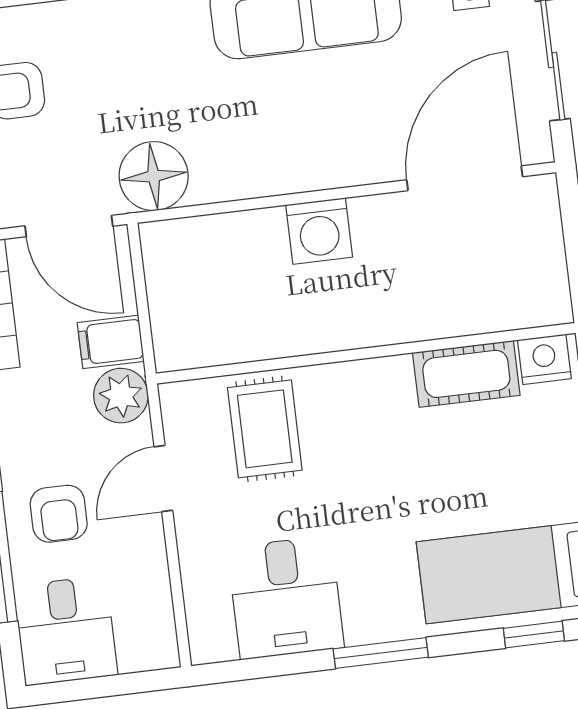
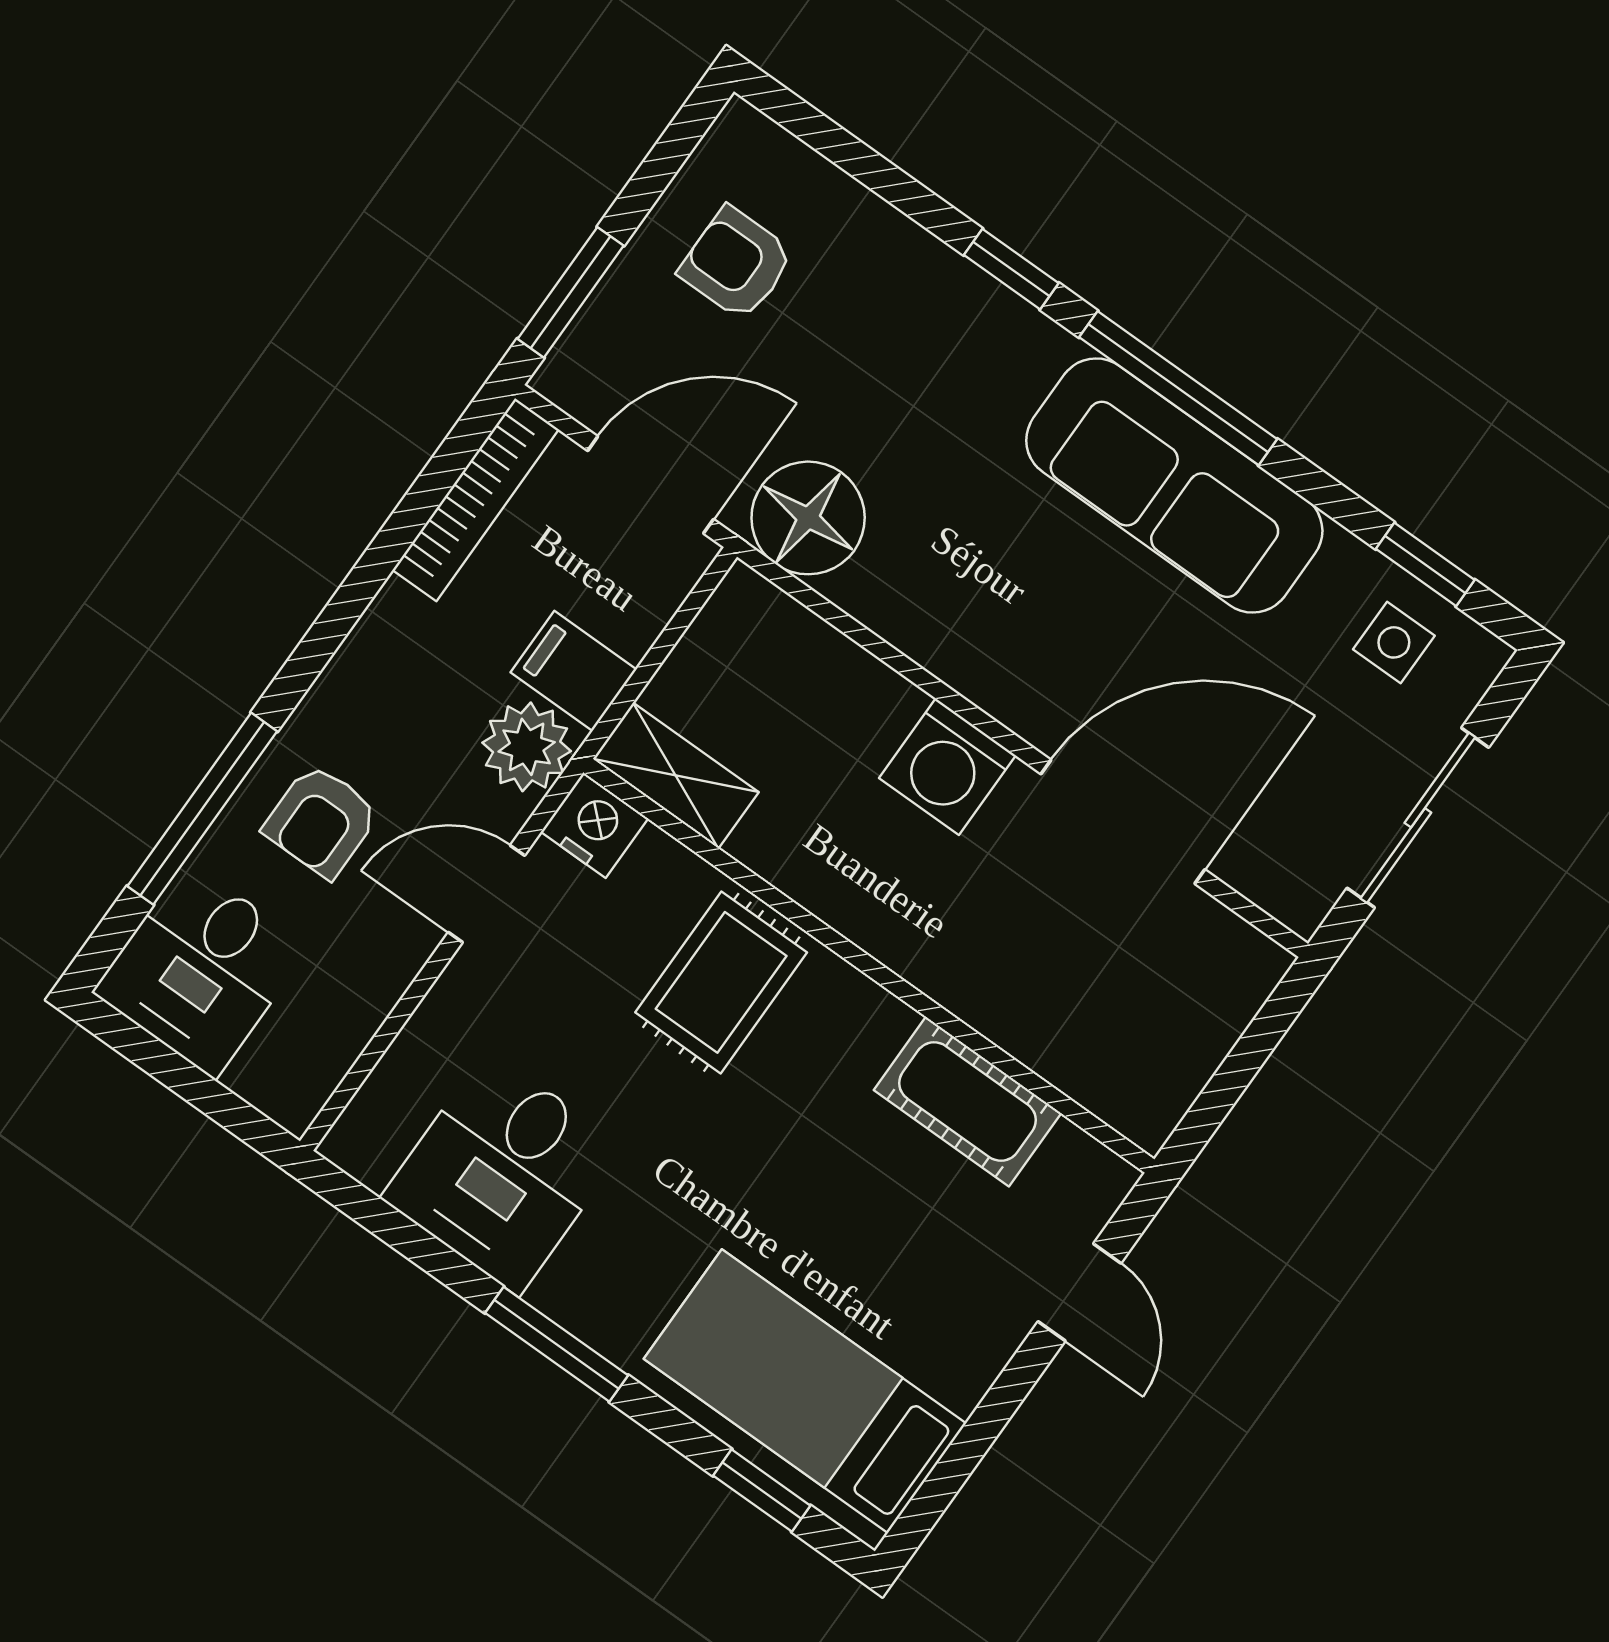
door: (465, 178) -> (1123, 822), moved
door: (69, 226) -> (651, 485), swing flipped
shelving: (200, 347) -> (676, 775), added
nightstand: (544, 359) -> (594, 825), moved
rug: (265, 429) -> (721, 982), moved

